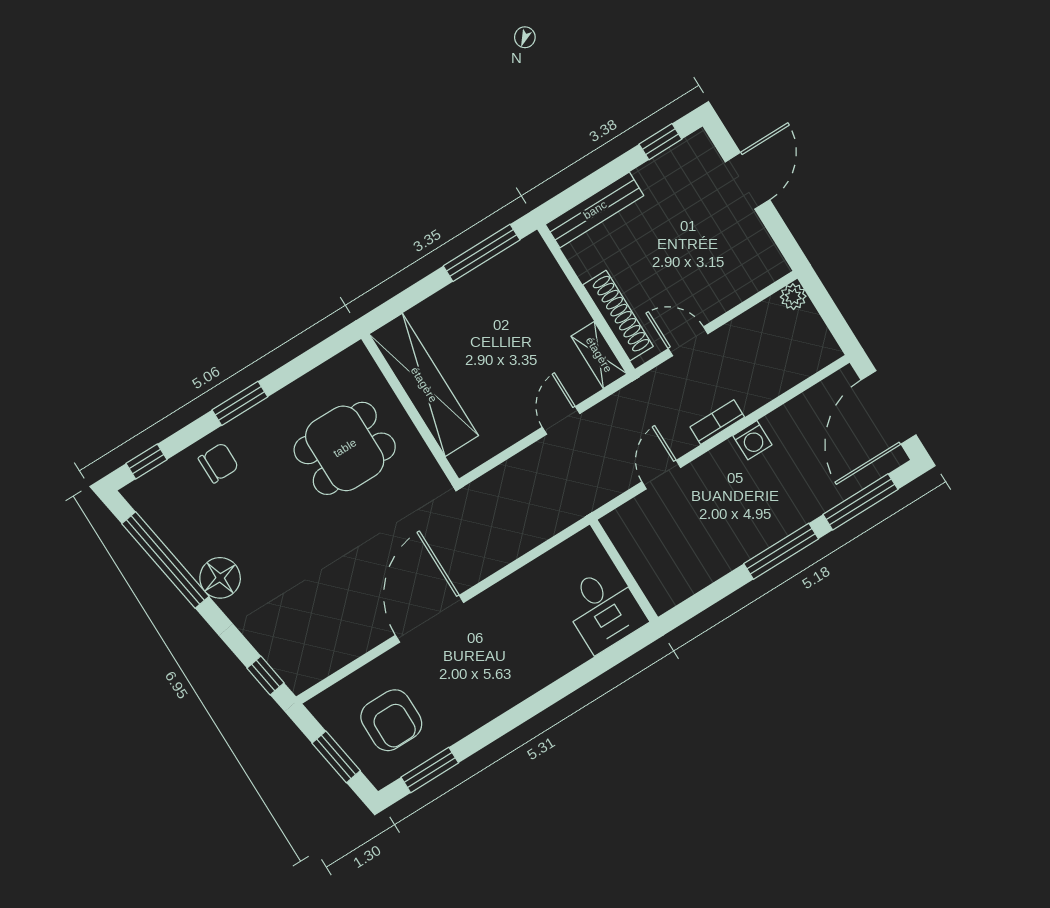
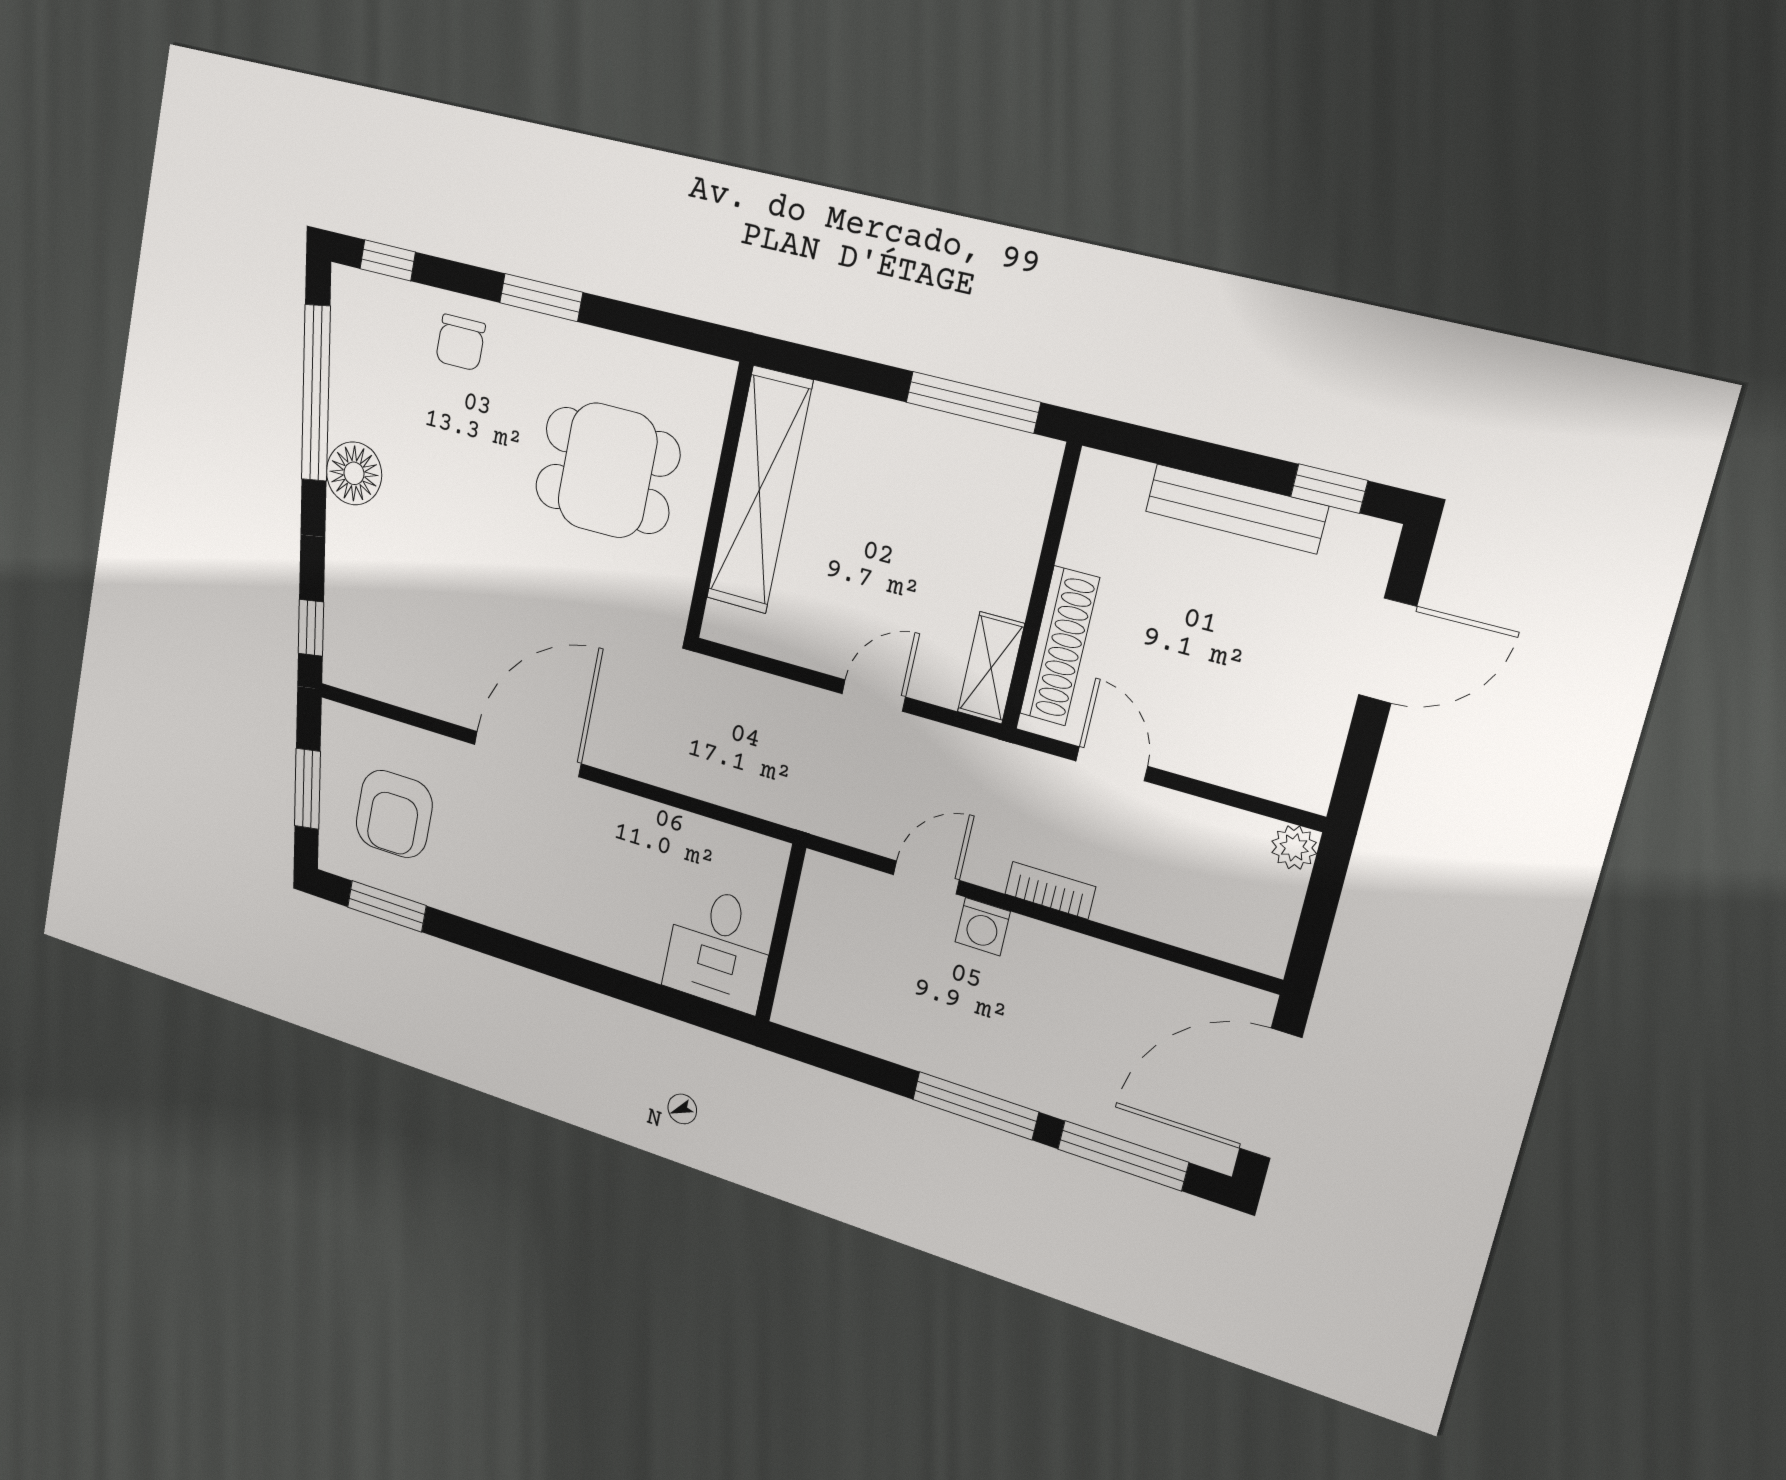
bench: (595, 210) -> (1236, 509), moved
washing machine: (752, 440) -> (983, 927), moved
chair: (218, 463) -> (460, 343), turned 90

